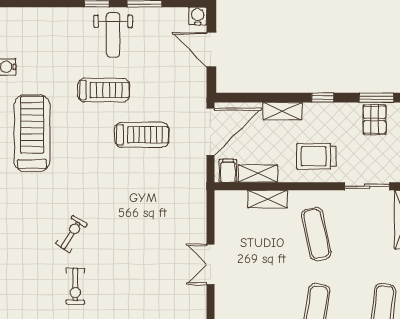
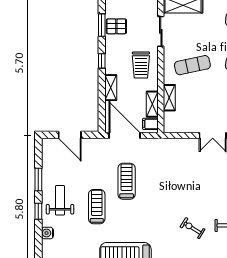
water cooler: (198, 16) -> (47, 233), moved
weight bench: (113, 35) -> (60, 200), turned -90
door: (211, 49) -> (70, 135), hinge flipped

